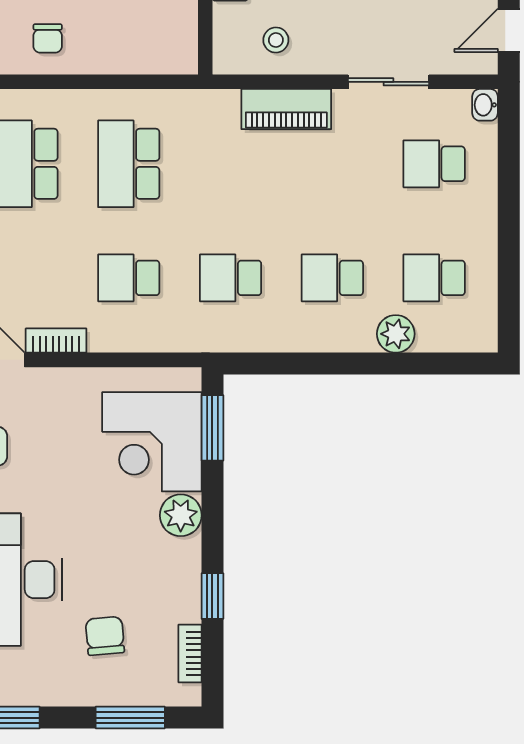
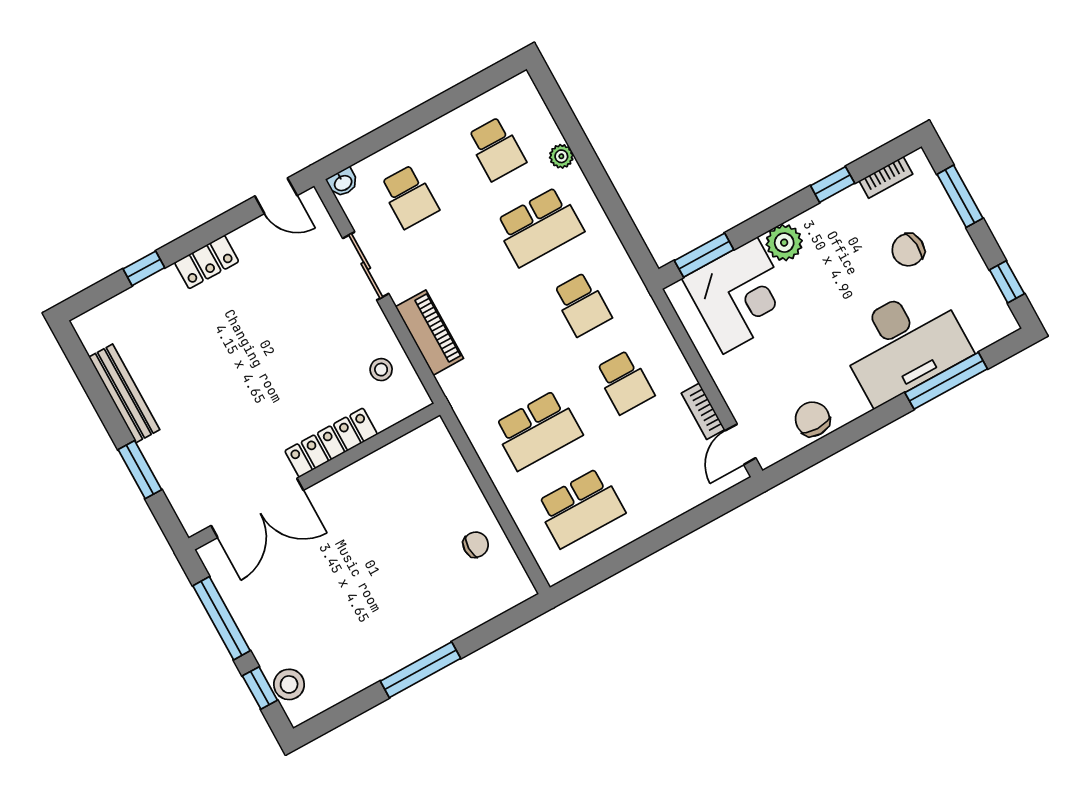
school desk: (332, 278) -> (539, 226), width x1.85
plant: (396, 334) -> (561, 156), width x0.73, depth x0.73

